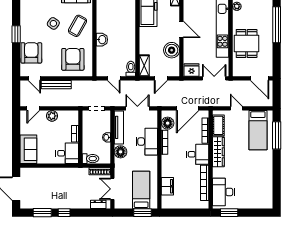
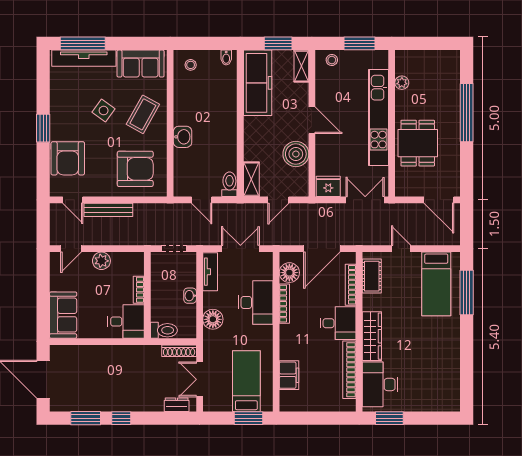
armchair: (31, 53) -> (68, 158), turned 180
armchair: (73, 59) -> (135, 169), turned 90
tv unit: (119, 127) -> (210, 272), width x0.71
wardrobe: (218, 152) -> (372, 336), moved

